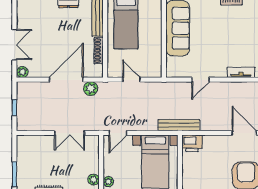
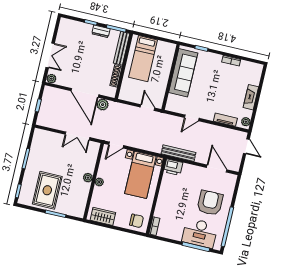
door: (66, 80) -> (85, 93), swing flipped
door: (131, 80) -> (148, 108), moved
bench: (179, 125) -> (179, 153), moved

